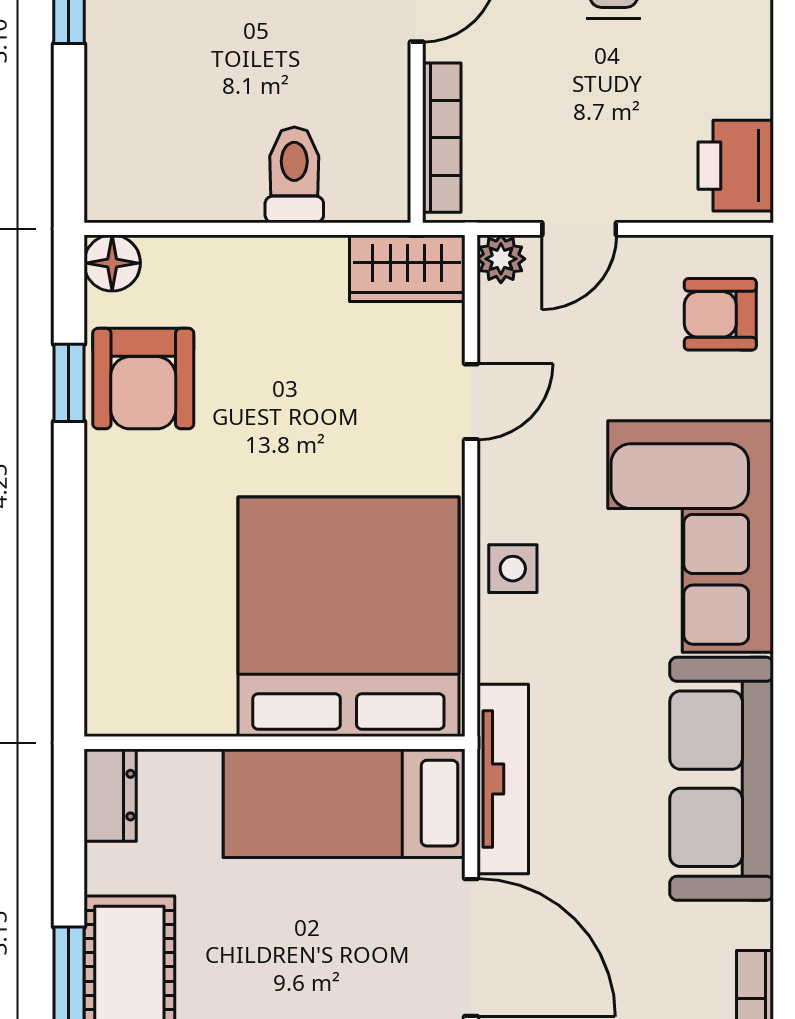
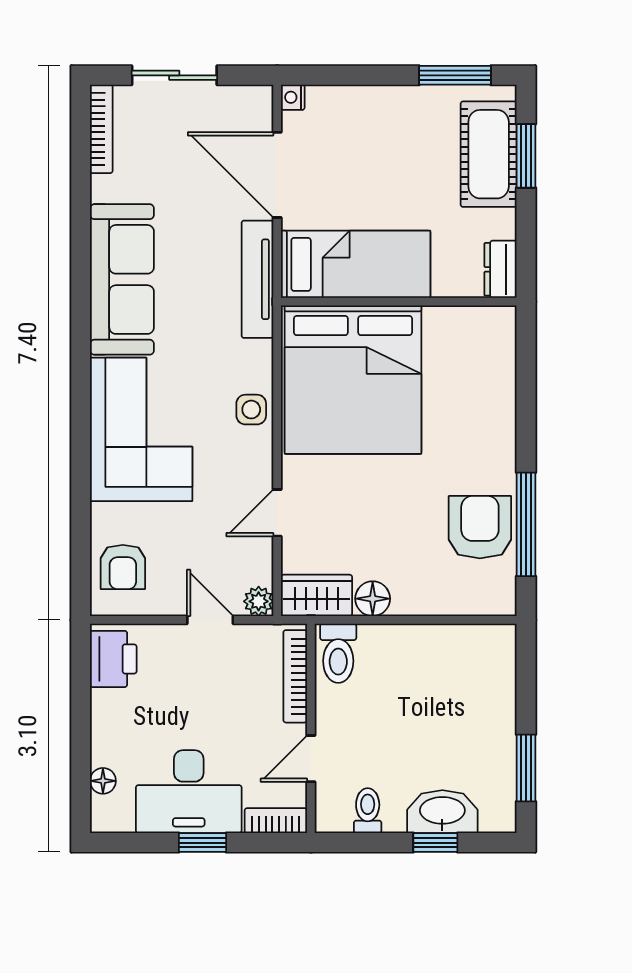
toilet: (294, 175) -> (338, 653), moved
door: (579, 229) -> (210, 620), hinge flipped
floor lamp: (112, 263) -> (373, 599), moved
armchair: (720, 314) -> (123, 567), turned 90
window: (69, 383) -> (526, 524), width x2.17

